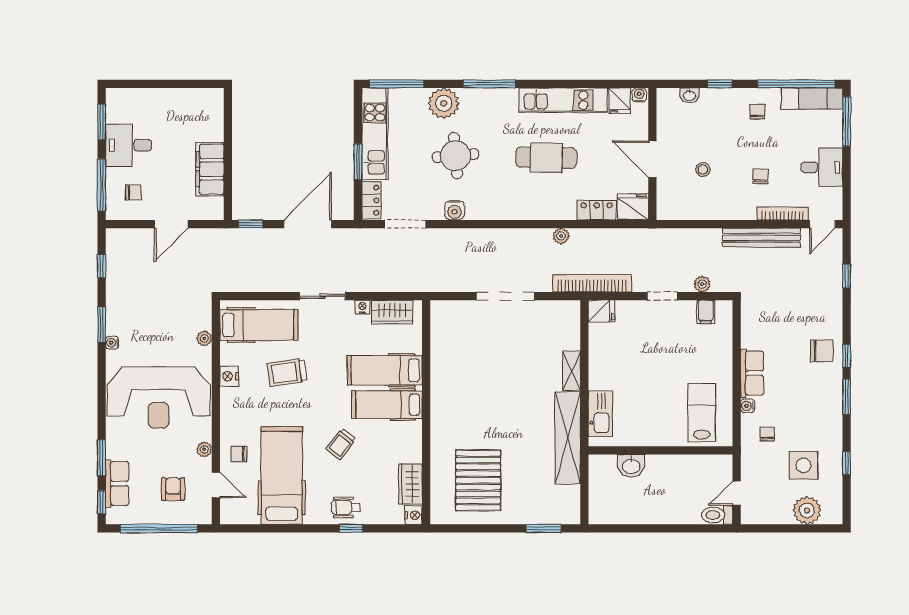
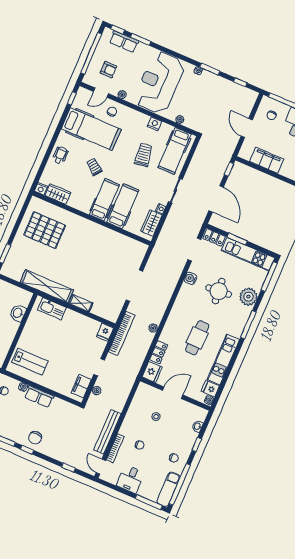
filing cabinet: (706, 312) -> (81, 386), width x2.00
window: (351, 528) -> (72, 98), moved

